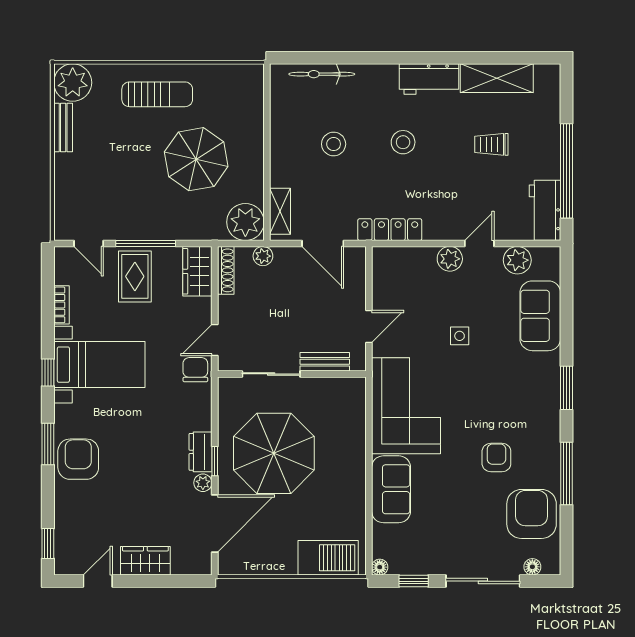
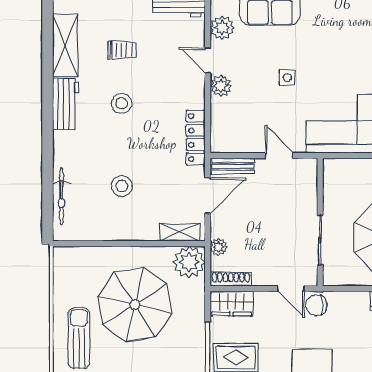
stool: (403, 142) -> (122, 103), moved
trolley: (491, 144) -> (122, 50), turned -90
parasol: (196, 159) -> (135, 305), width x1.36, depth x1.36
bench: (325, 362) -> (233, 166), moved, turned 90

